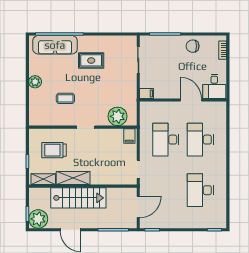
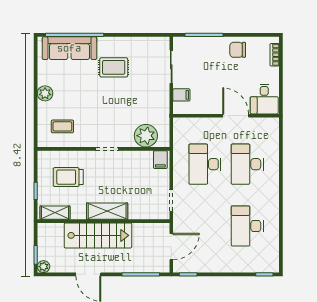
filing cabinet: (147, 93) -> (181, 95), moved
coffee table: (65, 98) -> (62, 126), moved
shelving: (73, 178) -> (107, 211), moved
plant: (38, 219) -> (43, 267), width x0.53, depth x0.53

